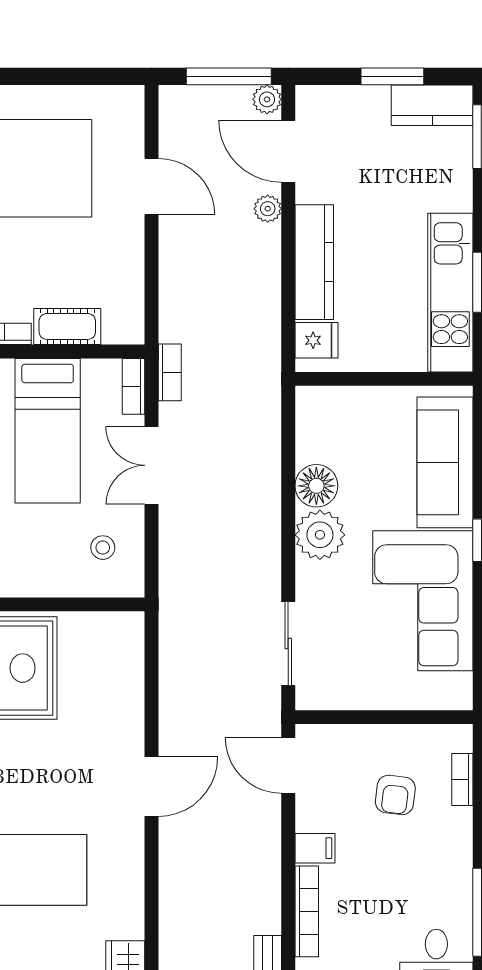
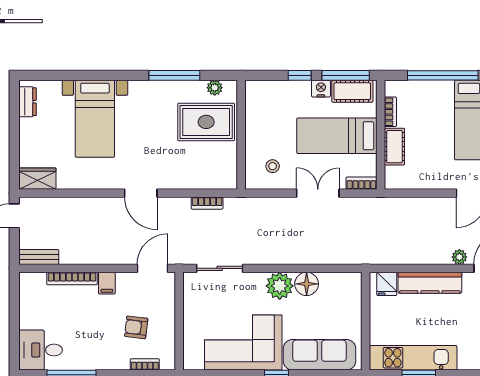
bookcase: (170, 372) -> (207, 203), moved

